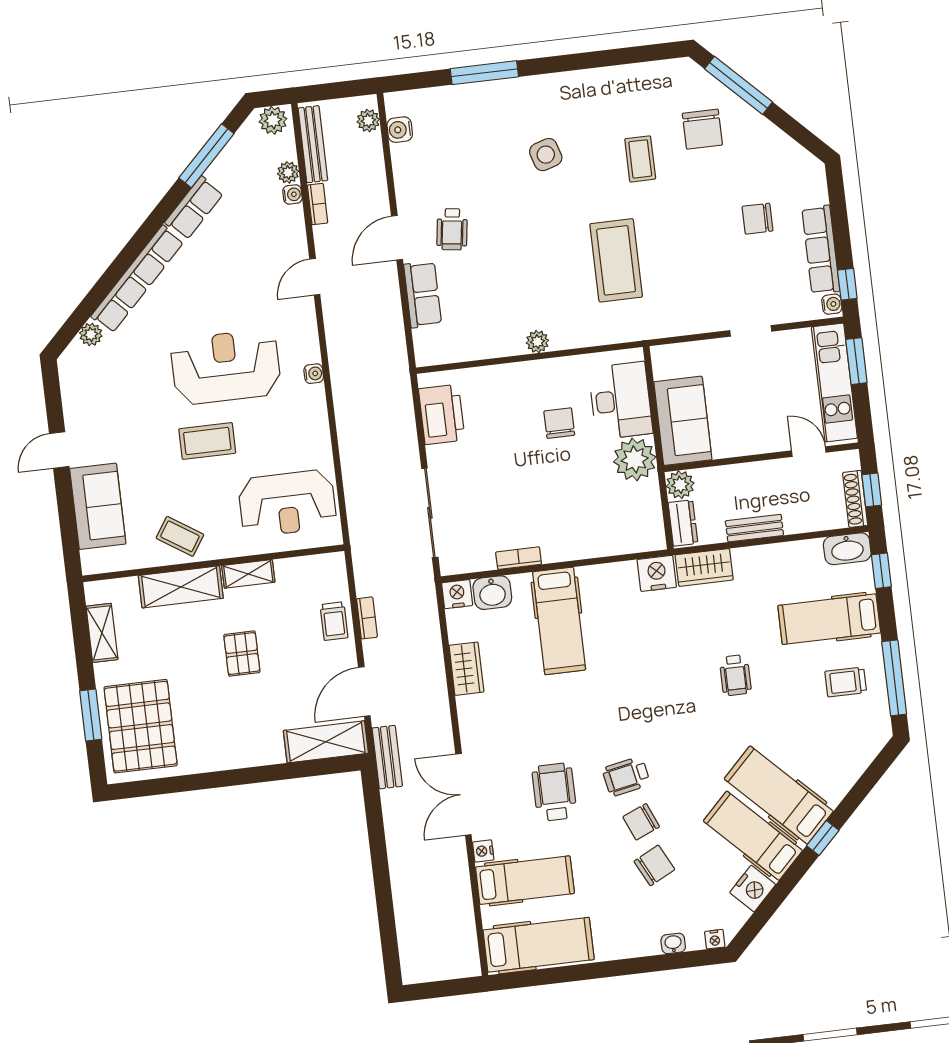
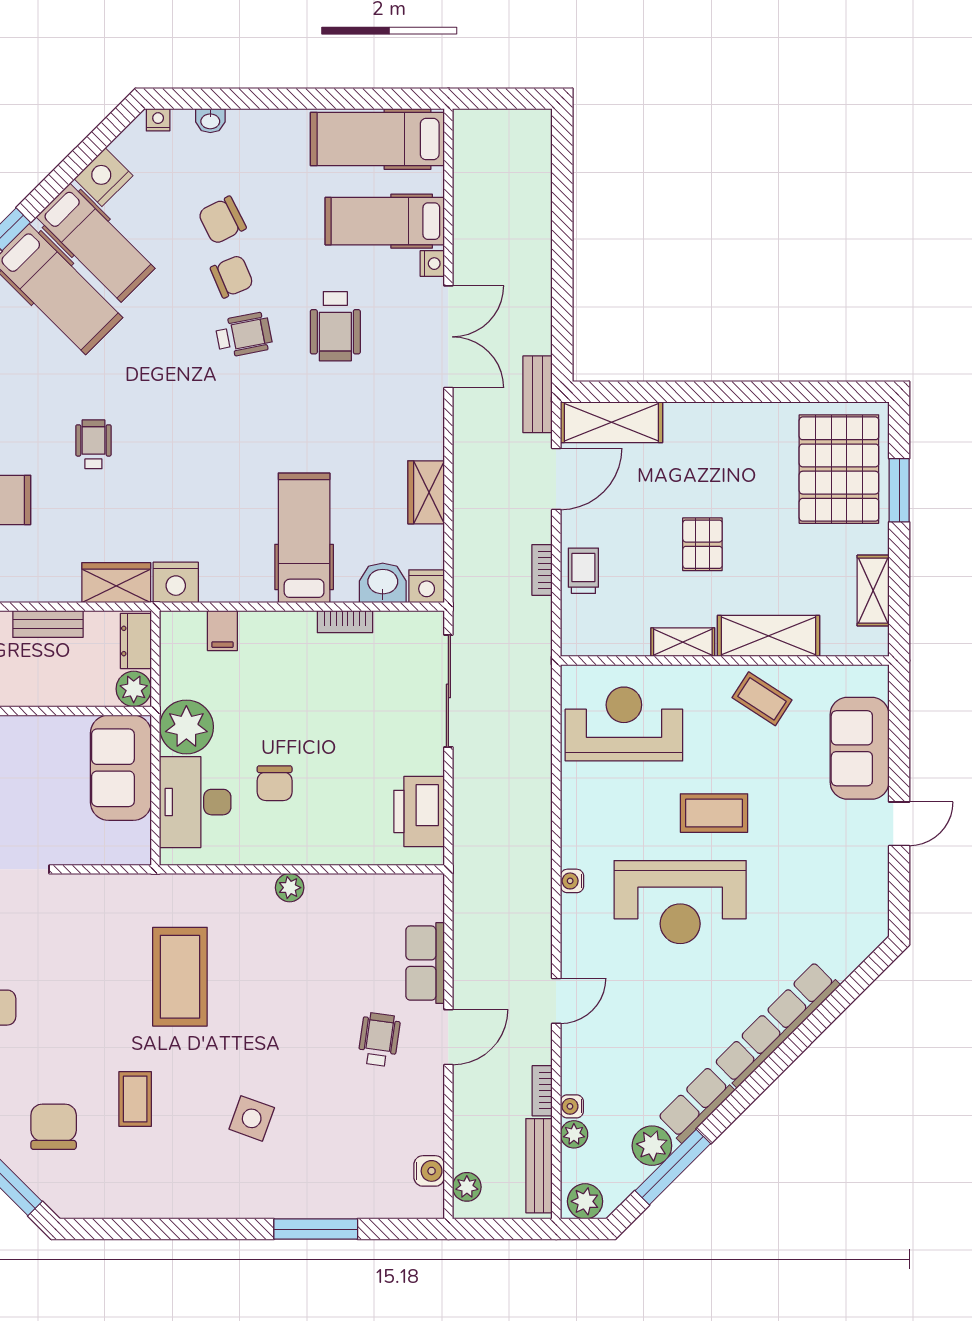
side table: (546, 155) -> (252, 1118), turned 37
plant: (91, 334) -> (652, 1146), moved, width x1.38, depth x1.38
filing cabinet: (615, 539) -> (222, 631), added

